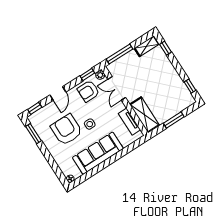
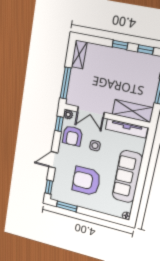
window: (166, 48) -> (120, 45), moved
door: (58, 94) -> (53, 160), swing flipped
tv unit: (129, 122) -> (126, 128), width x1.41
side table: (90, 124) -> (95, 146), moved

